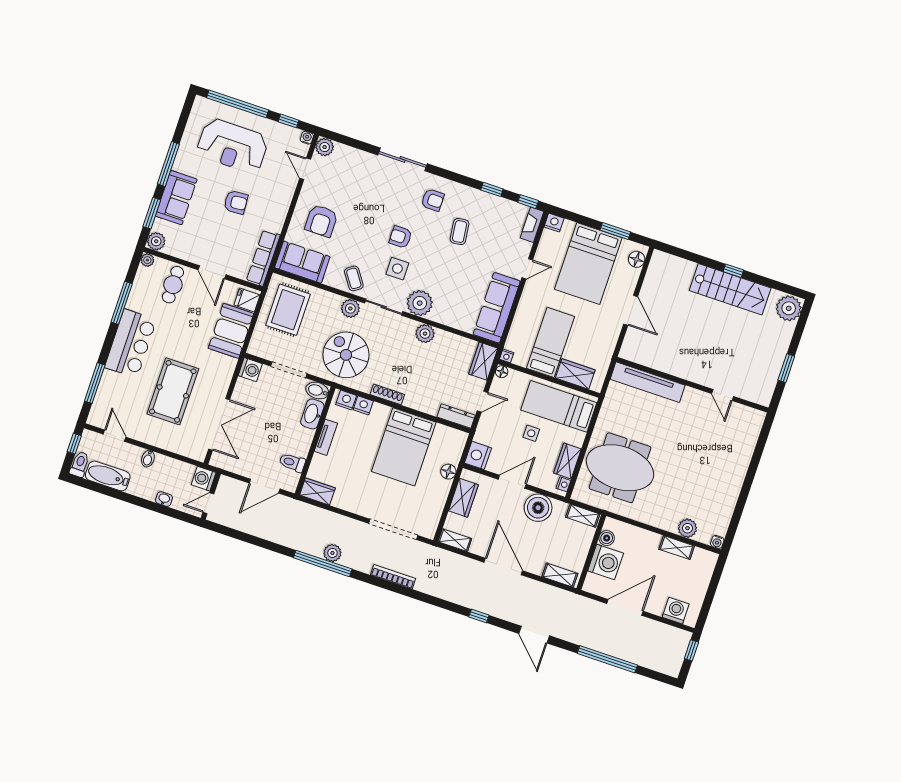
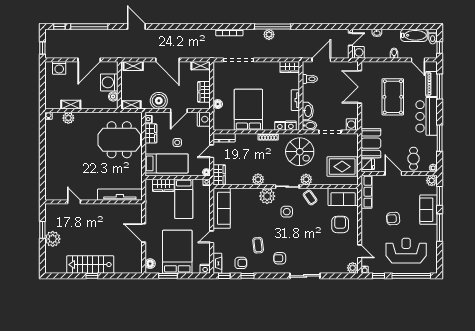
armchair: (400, 237) -> (241, 263), moved
plant: (789, 308) -> (53, 239), moved
rug: (288, 310) -> (342, 167), turned 90
piano: (106, 391) -> (432, 84), added
window: (479, 616) -> (59, 27), moved

